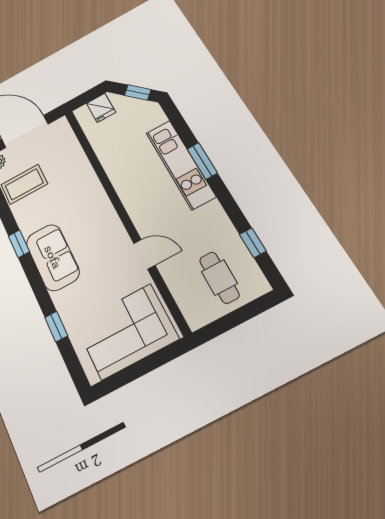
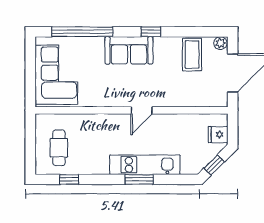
door: (144, 254) -> (142, 110), moved
cafe table: (219, 278) -> (59, 148), turned 90
window: (56, 327) -> (82, 32), width x3.17

